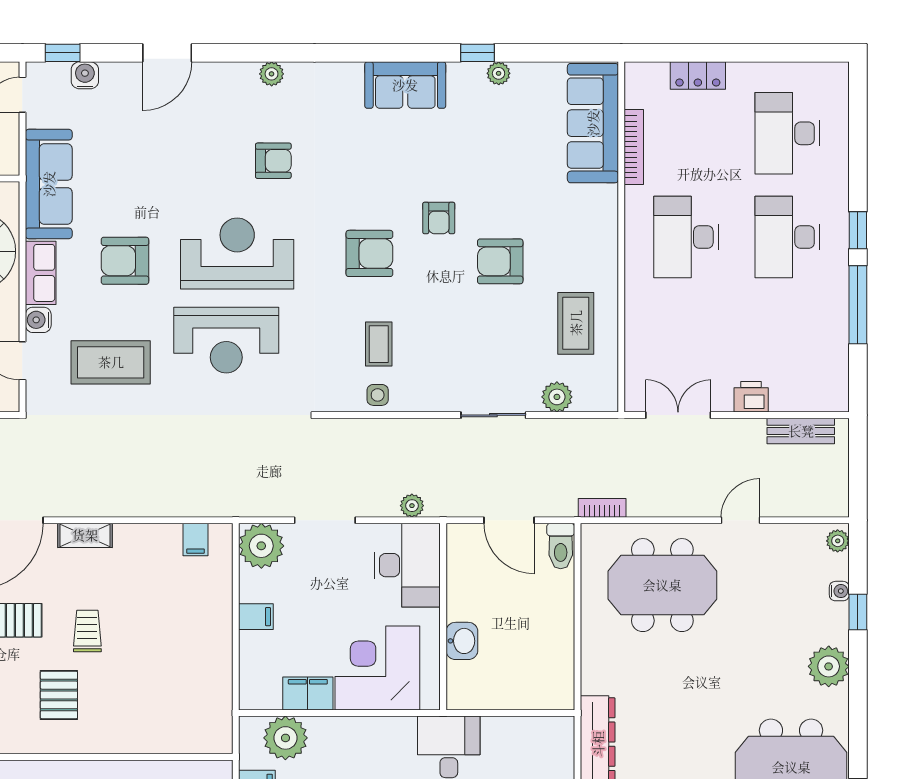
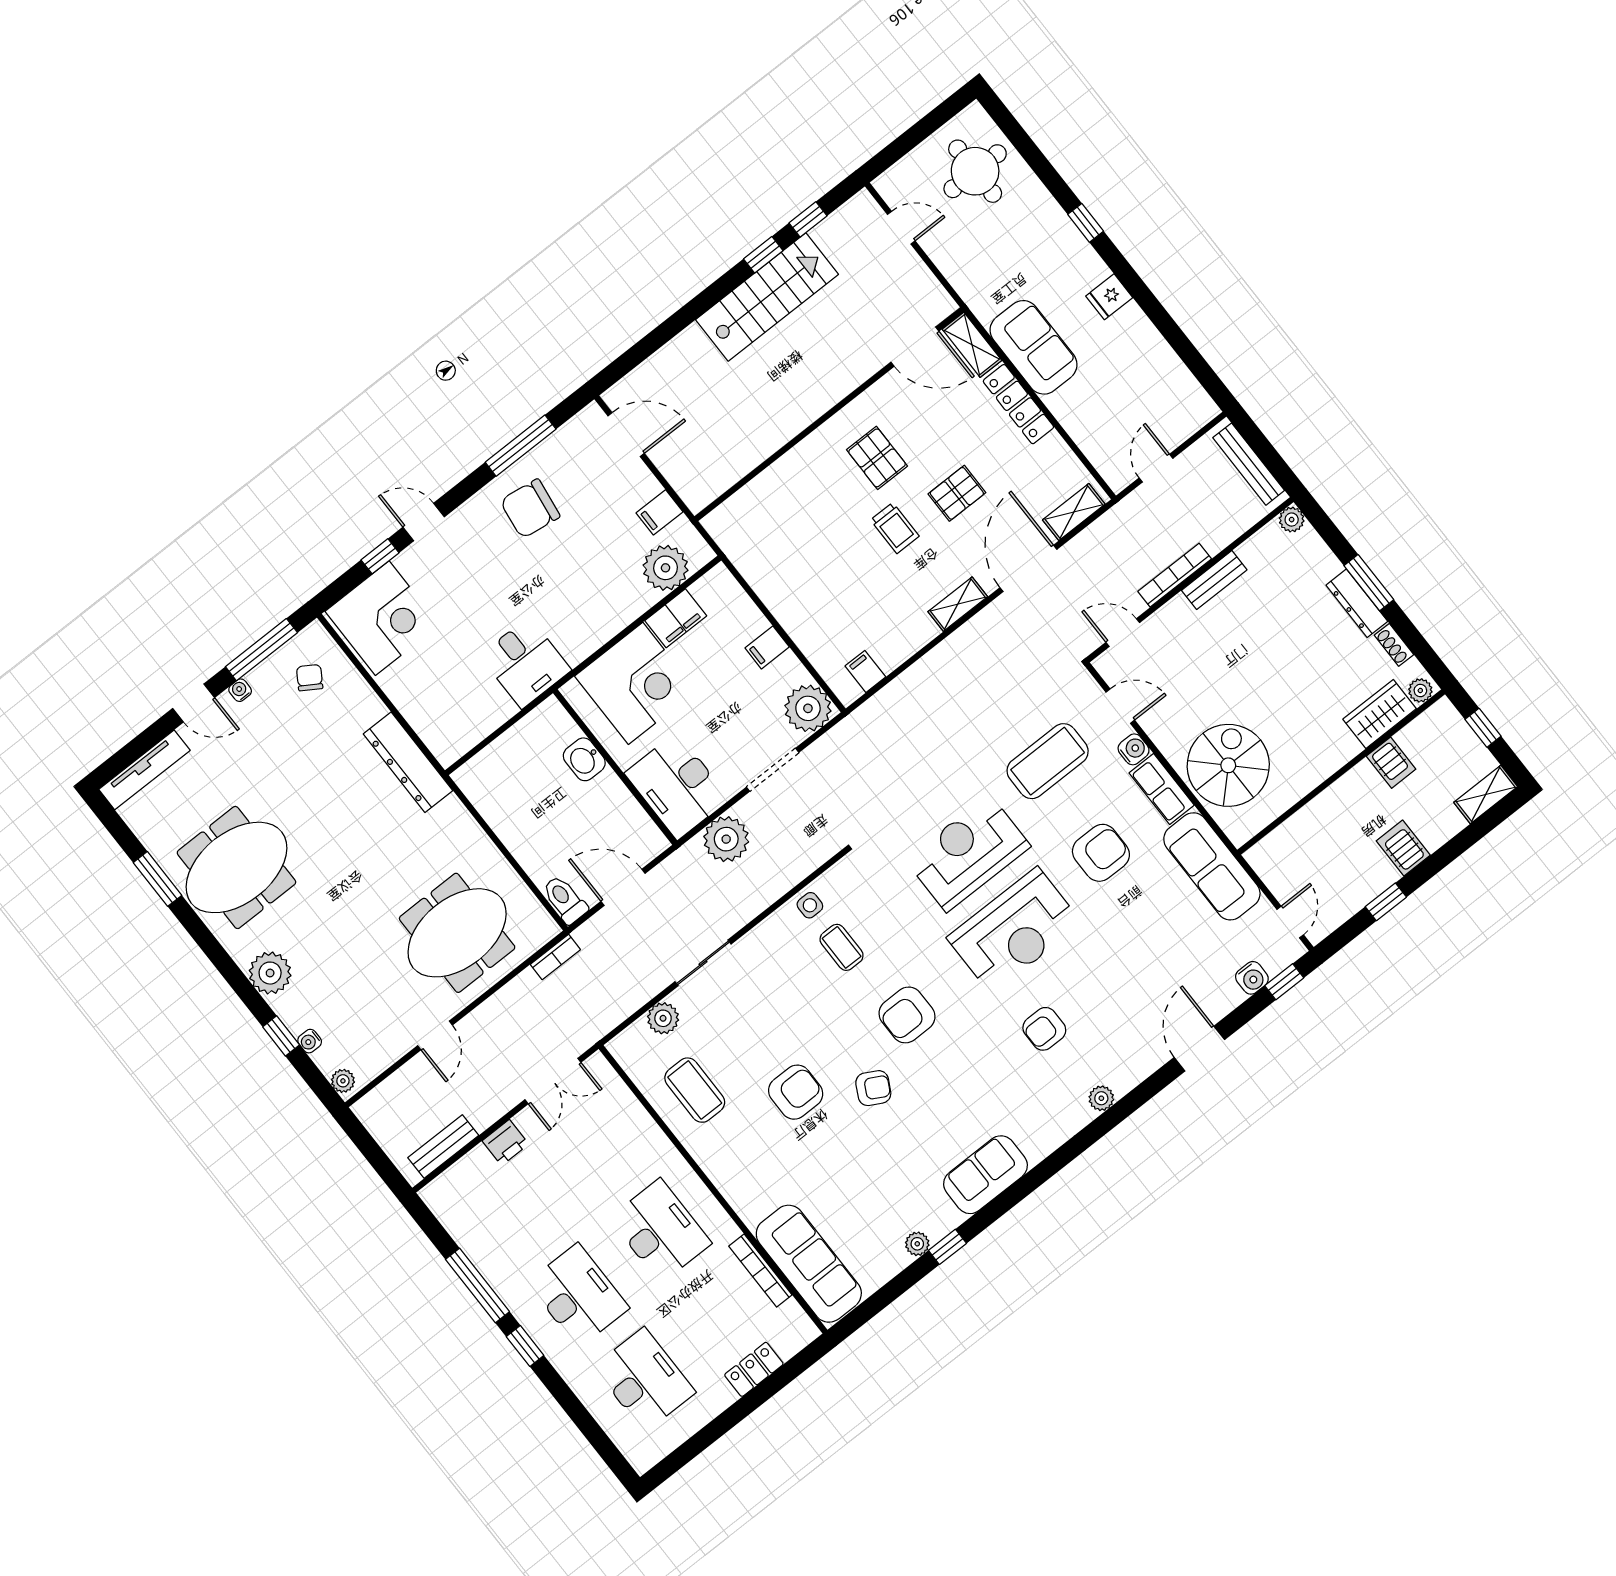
armchair: (439, 218) -> (873, 1088), turned 118
plant: (412, 506) -> (726, 839), width x1.87, depth x1.87

